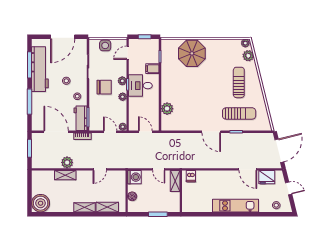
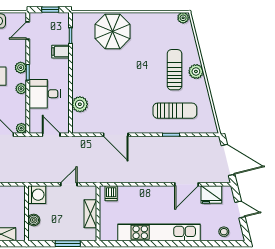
plant: (248, 56) -> (196, 71), moved
desk: (140, 86) -> (45, 94), moved
door: (211, 132) -> (116, 135), moved
door: (279, 151) -> (228, 160), hinge flipped
door: (159, 169) -> (69, 184), swing flipped
door: (248, 169) -> (187, 184), hinge flipped
shelving: (175, 181) -> (90, 214), moved
kitchen unit: (235, 206) -> (159, 232), width x1.36

